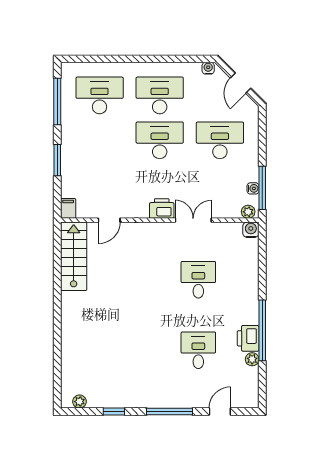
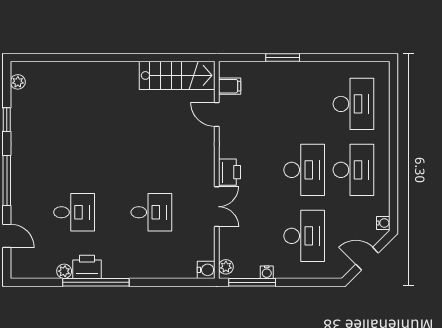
window: (57, 101) -> (347, 58), removed
water cooler: (253, 188) -> (267, 272), moved
filing cabinet: (68, 208) -> (230, 86), moved

